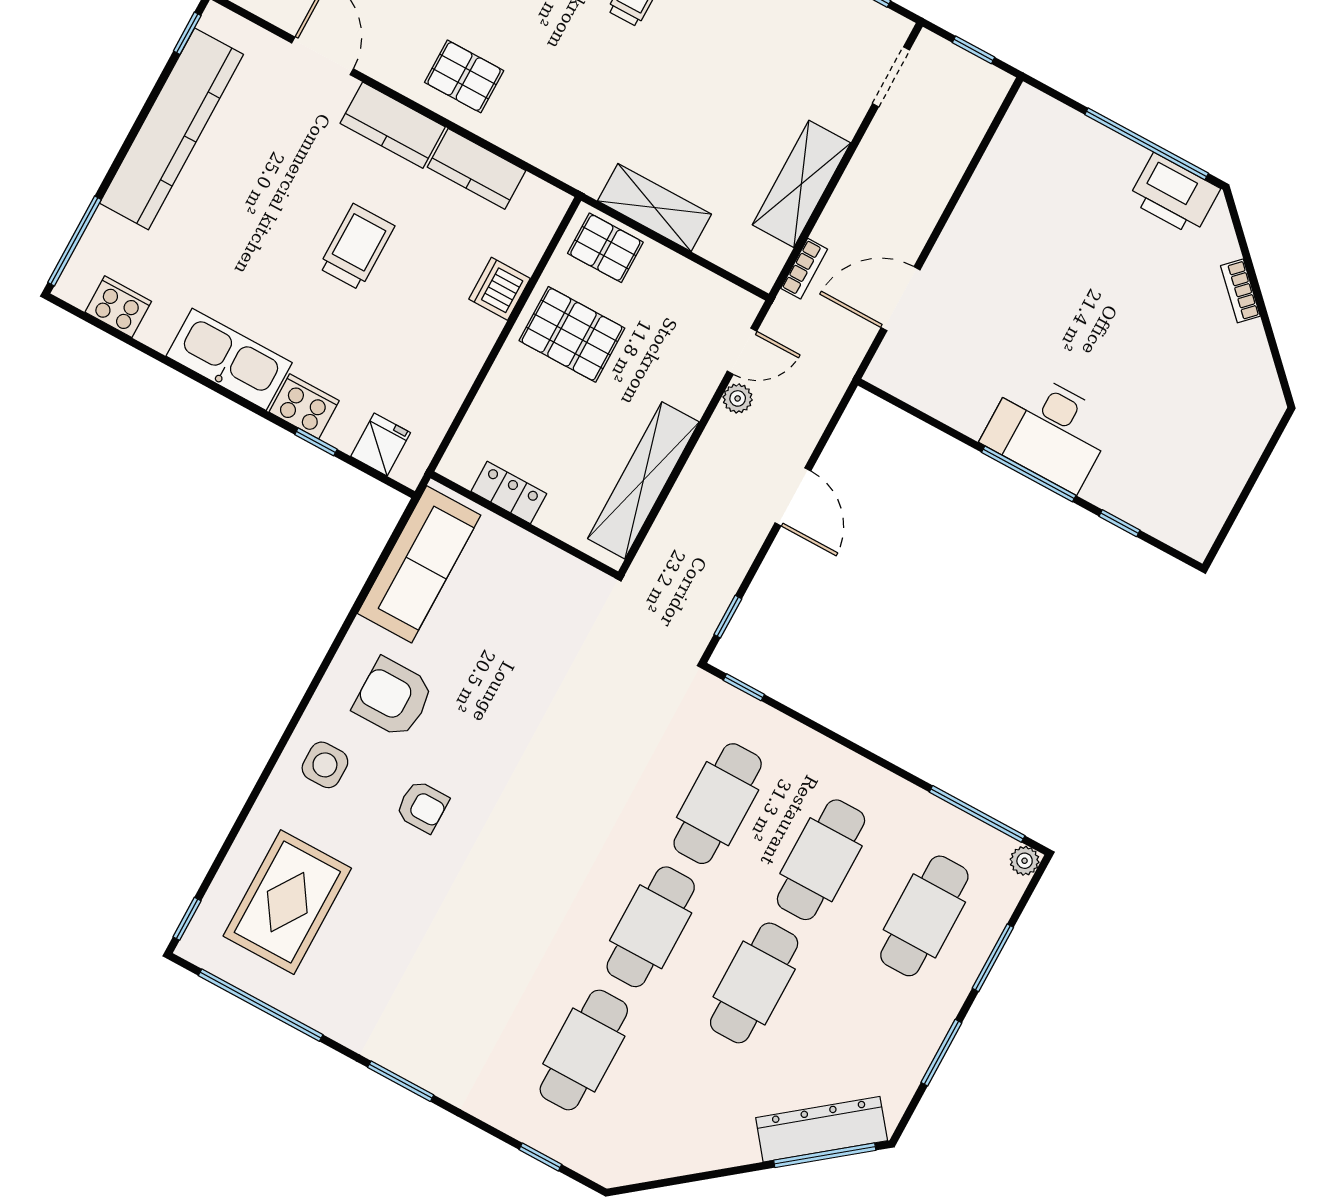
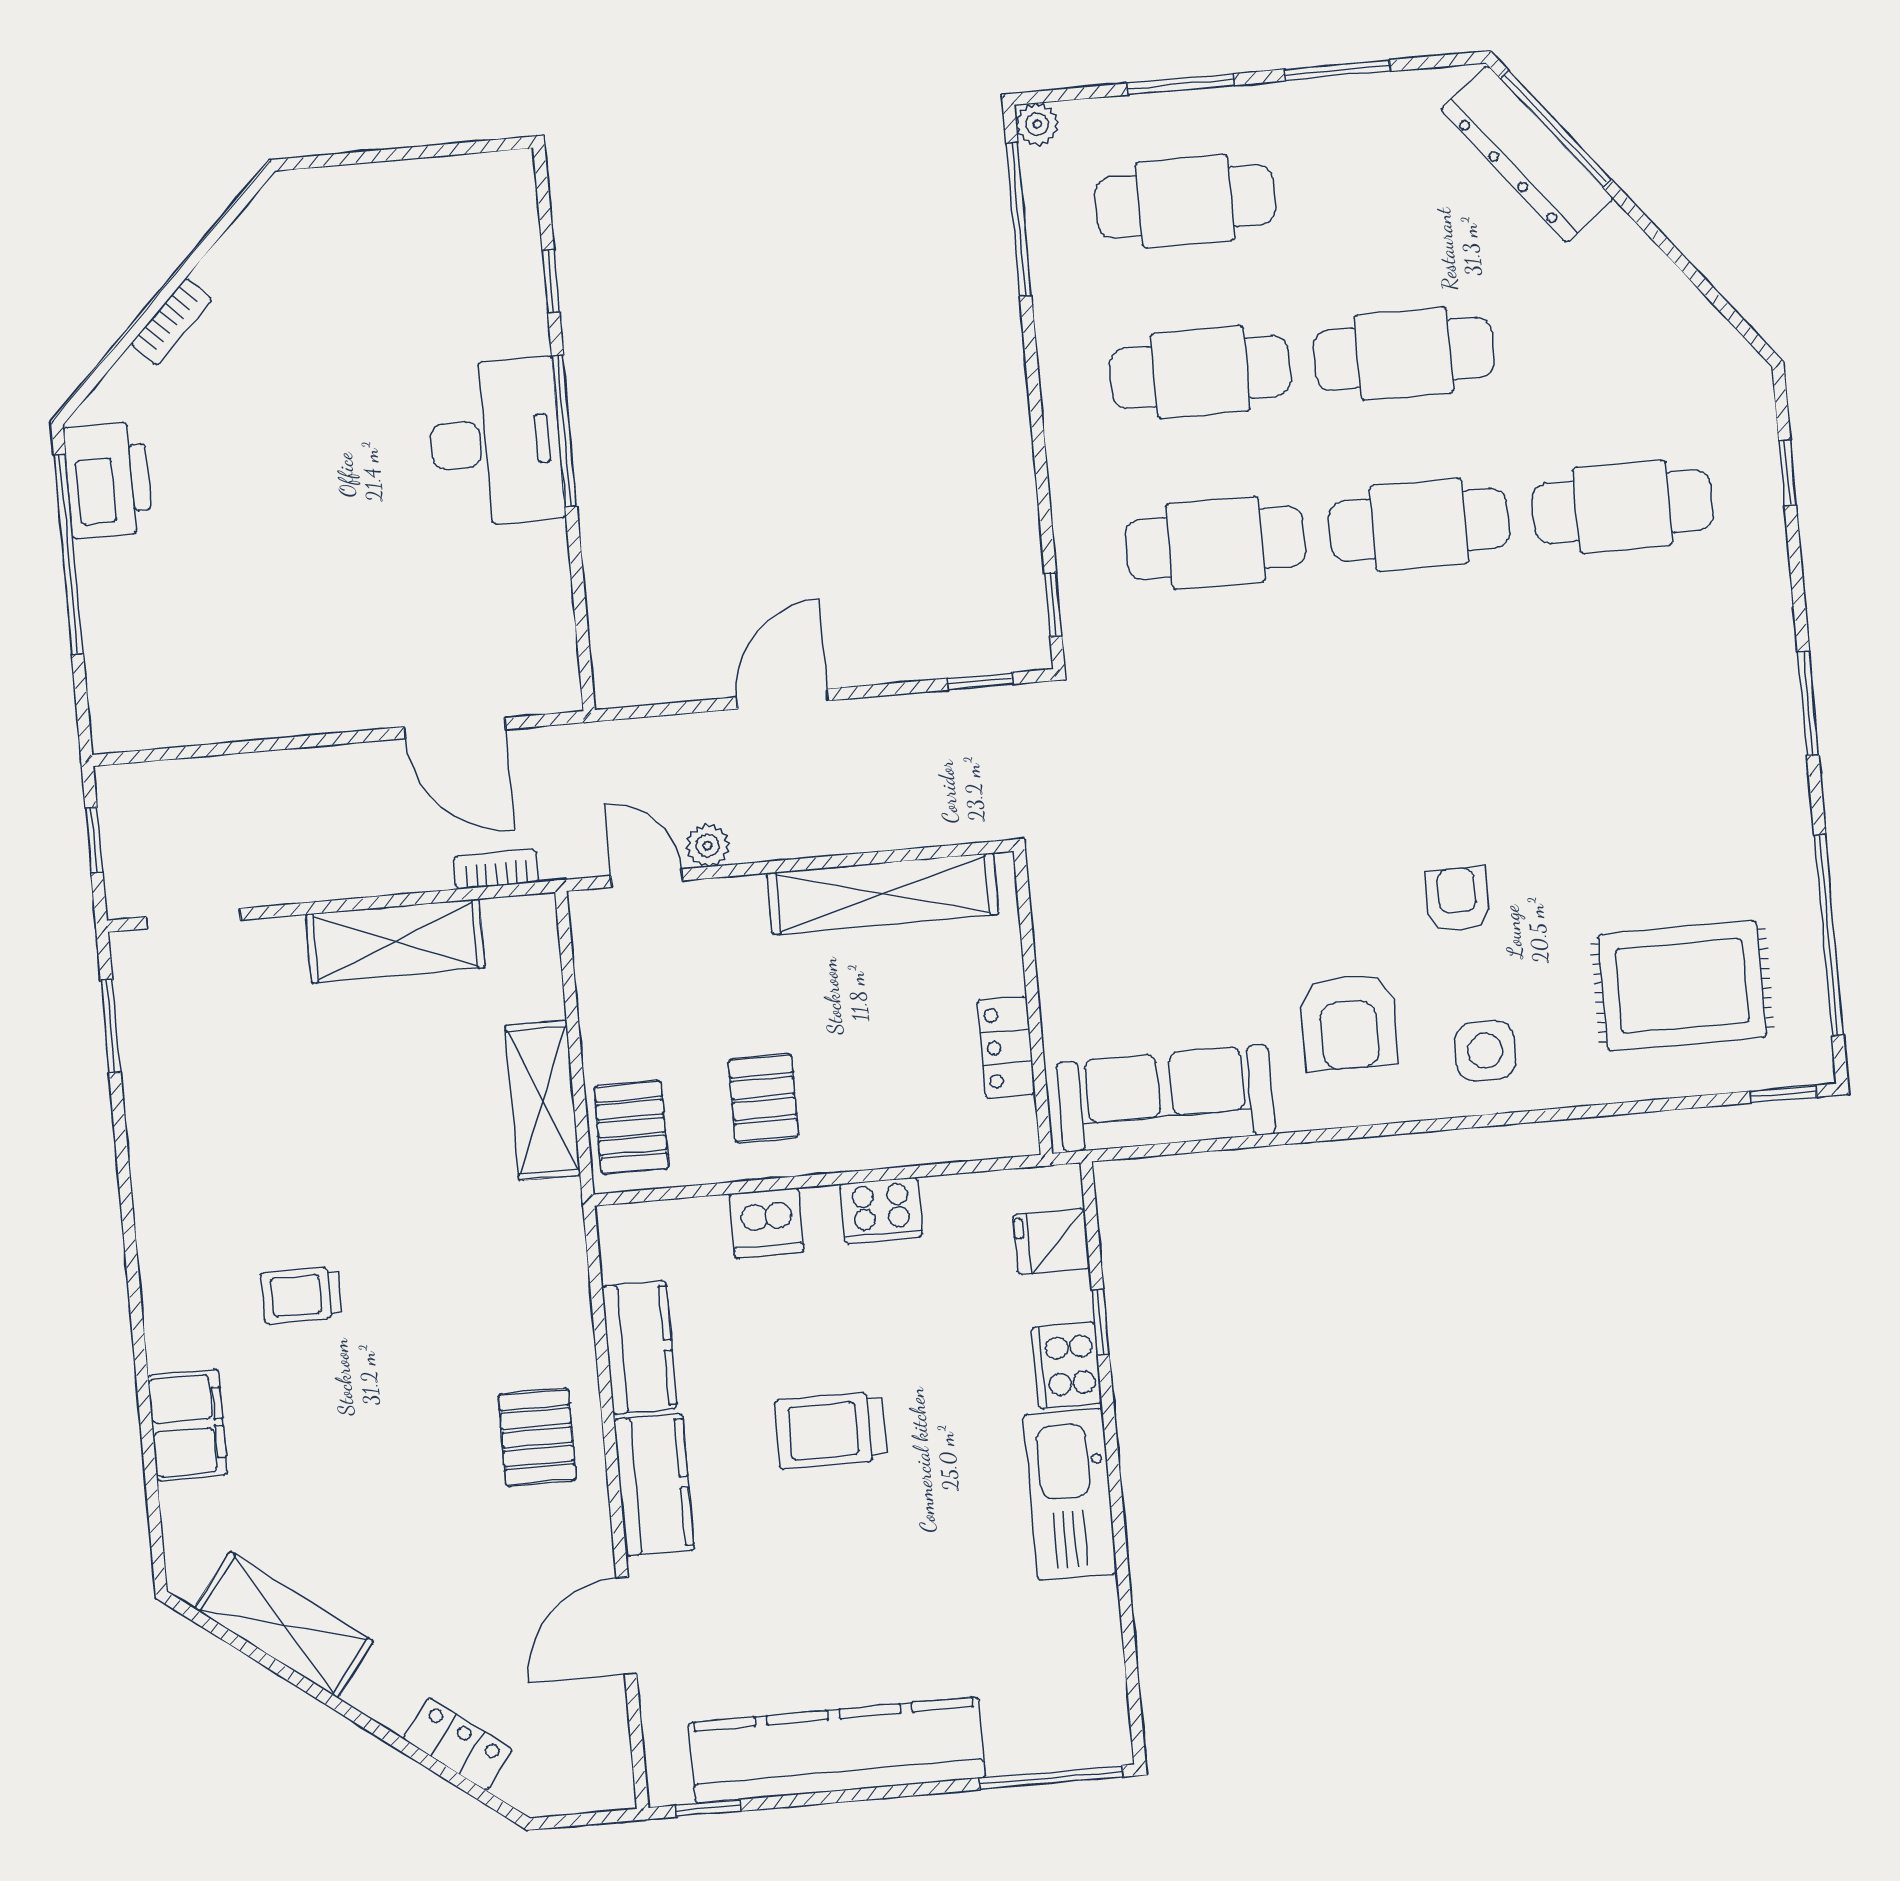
cooker: (118, 307) -> (881, 1210), moved, turned -90
pallet: (572, 334) -> (763, 1098), width x0.67, depth x0.71

